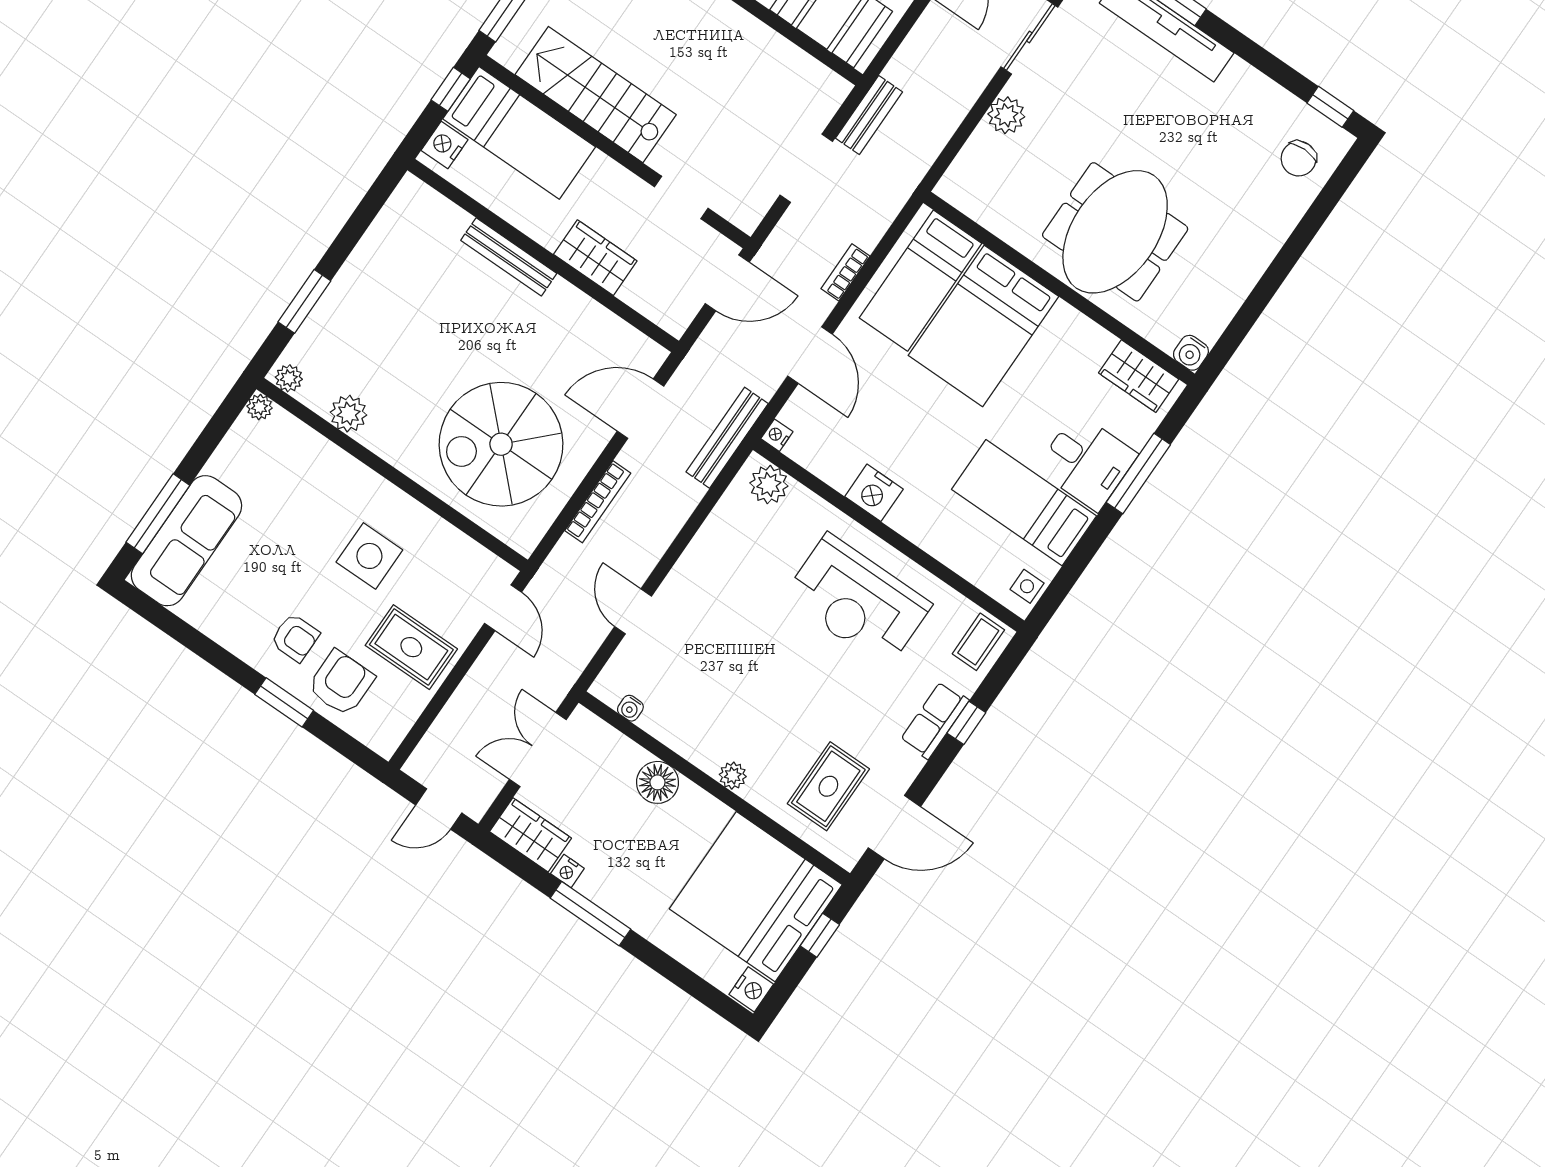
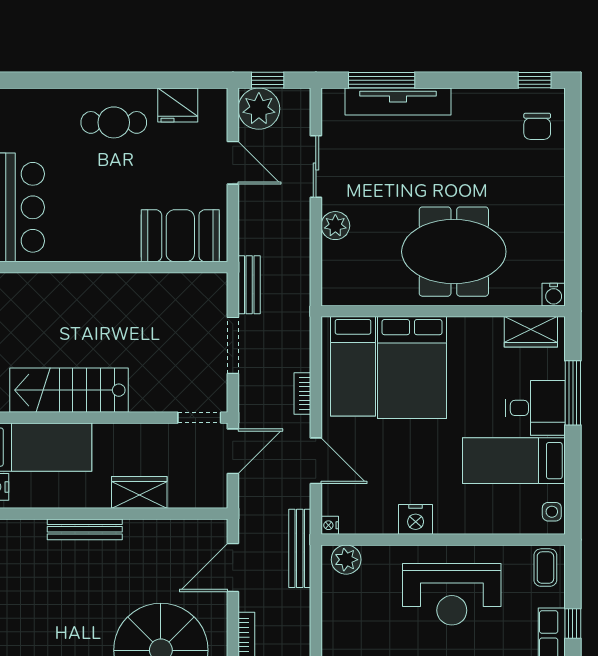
doorway: (681, 198) -> (199, 418), moved
meeting table: (1115, 232) -> (454, 252), turned 90

